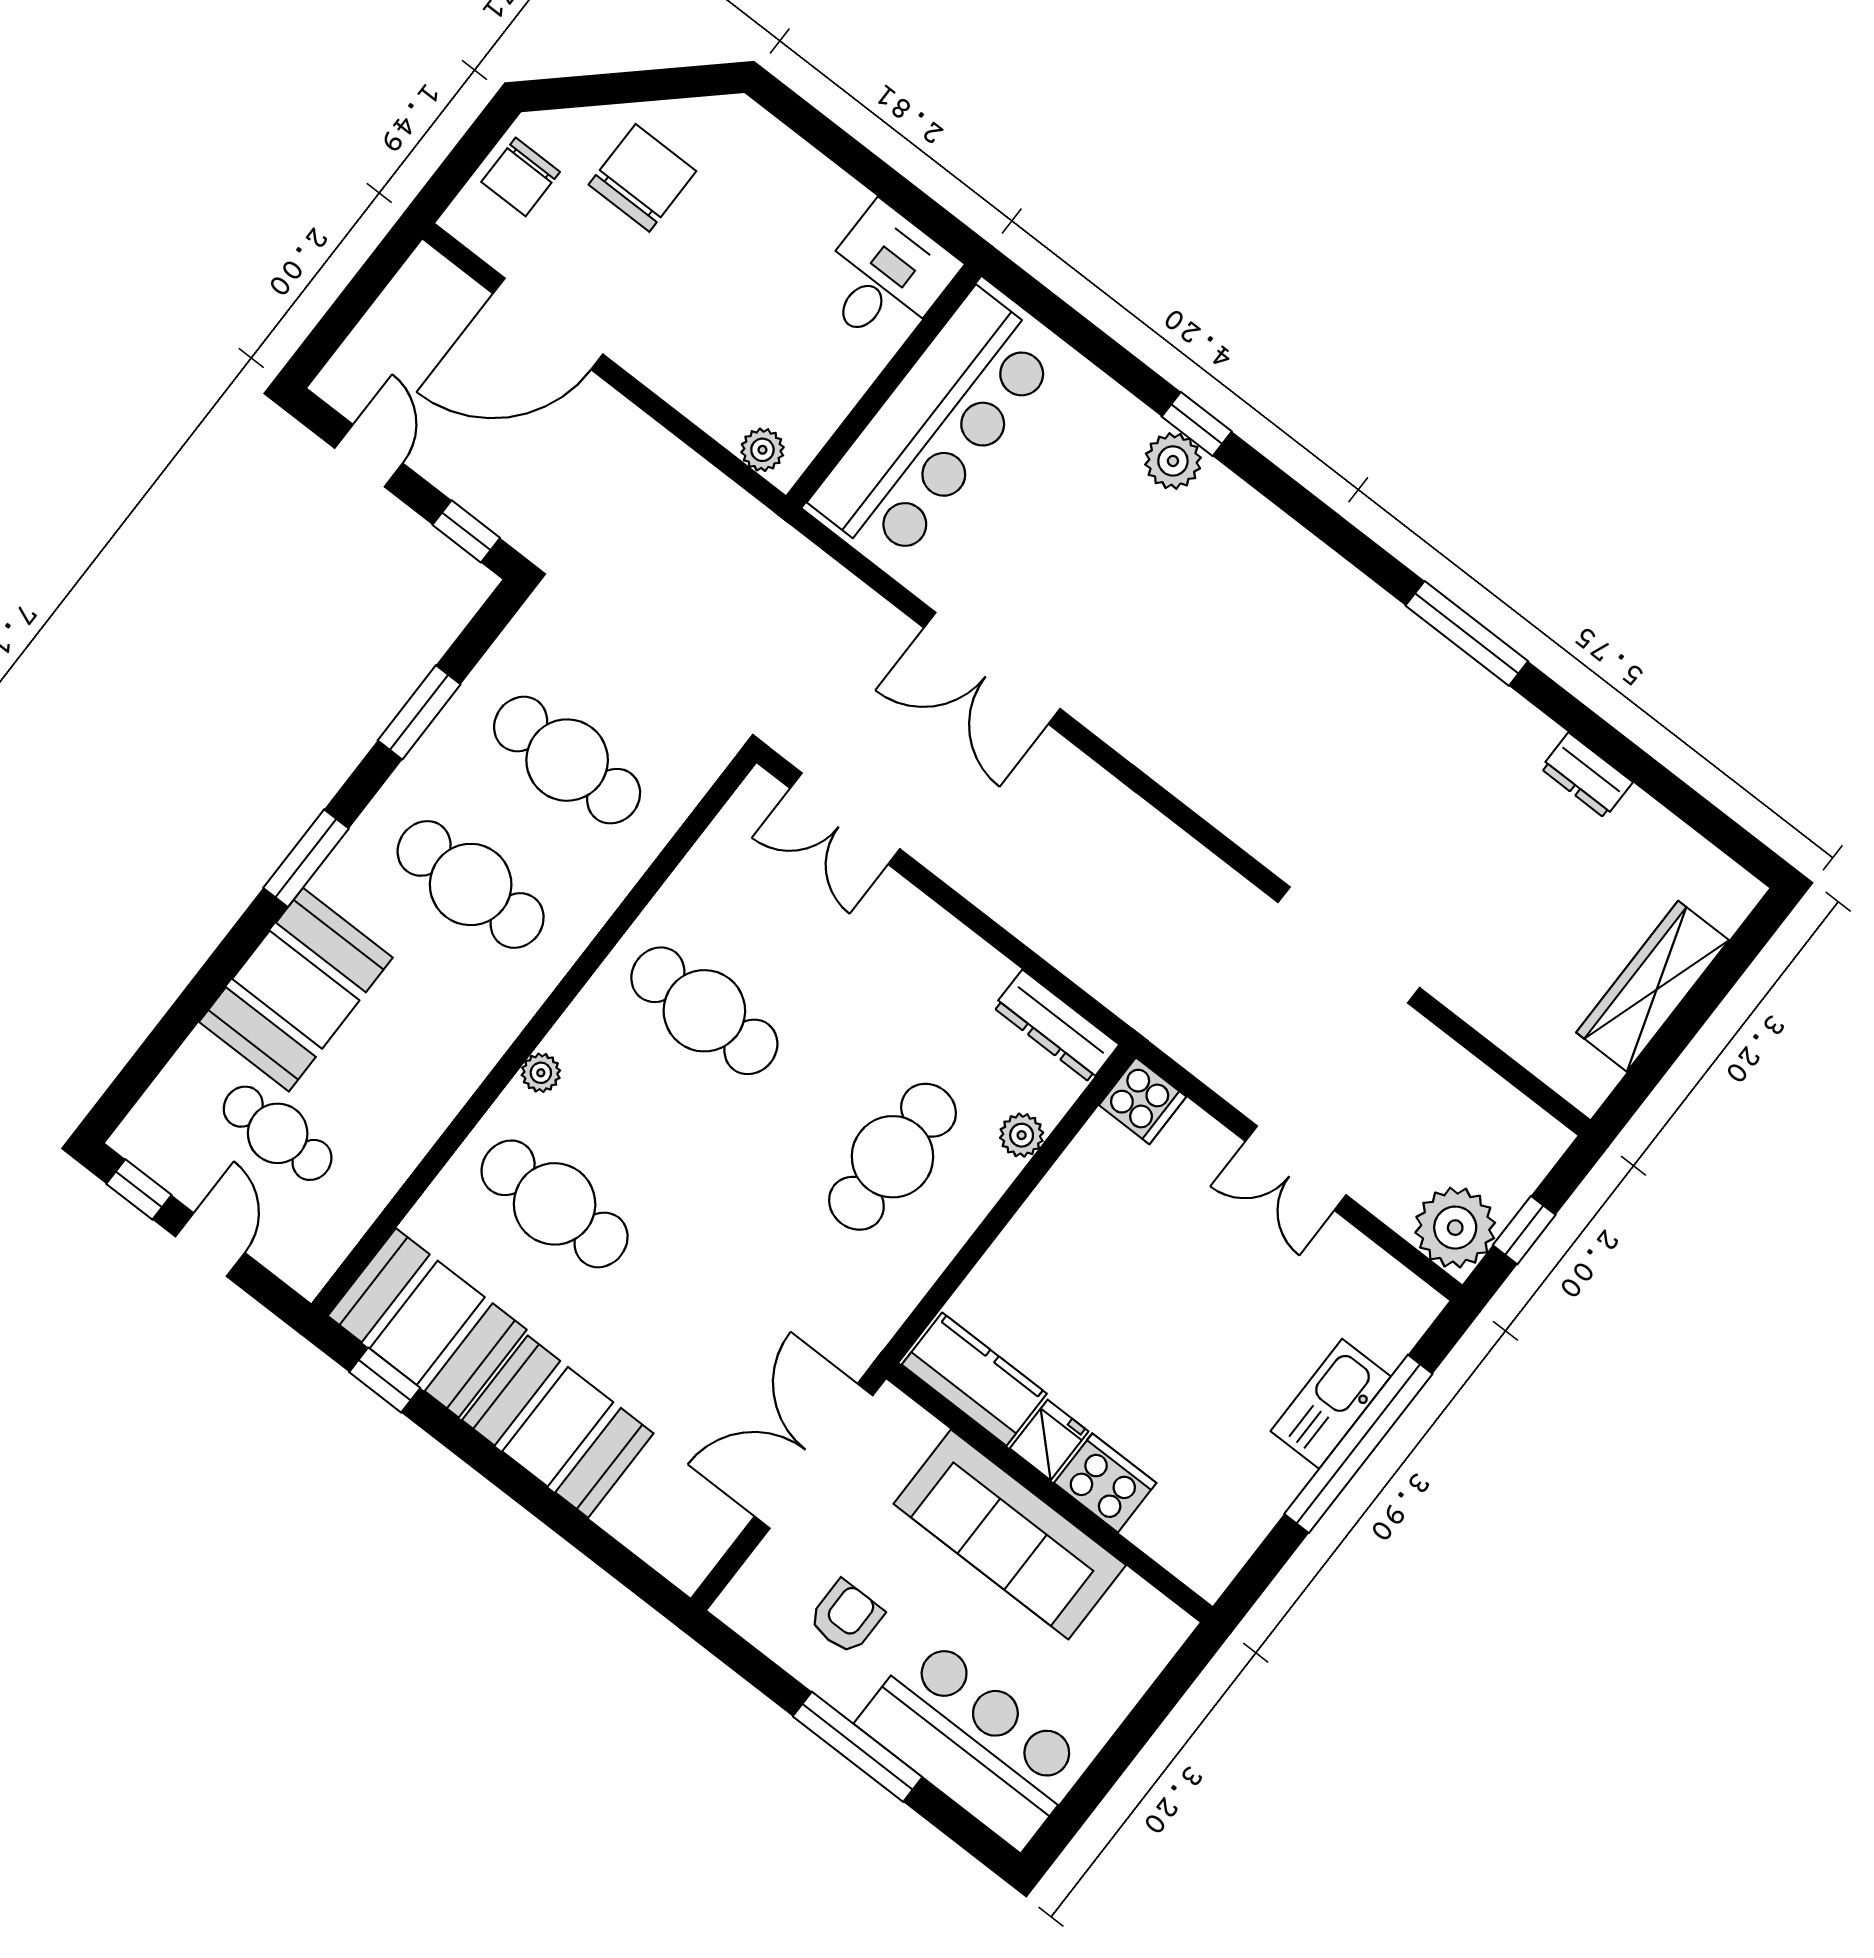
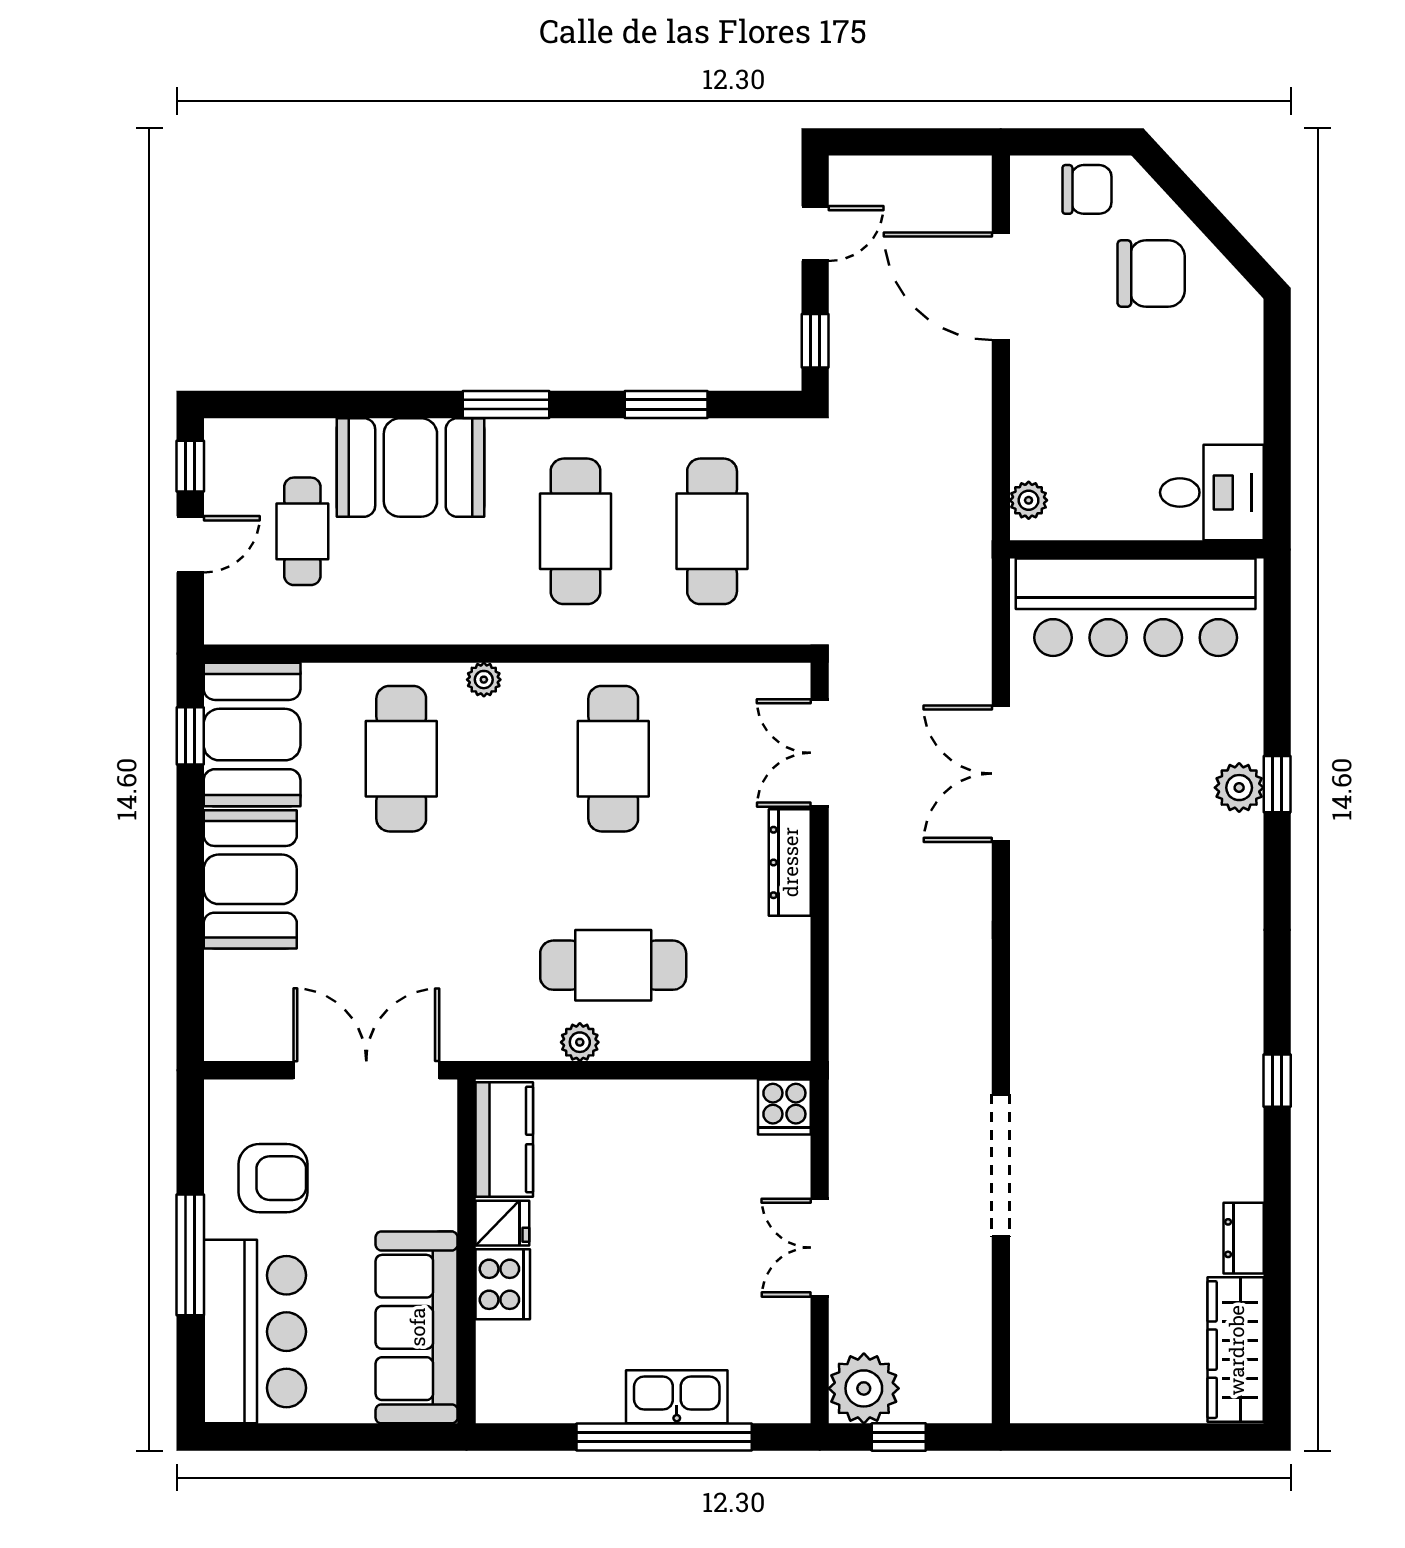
chair: (521, 177) -> (1087, 189), turned 180
window: (1467, 633) -> (1277, 1081), width x0.46
wardrobe: (1653, 986) -> (1236, 1350), moved, turned -90
dresser: (1056, 1026) -> (790, 862), moved
plant: (1022, 1135) -> (580, 1042), moved
sofa: (1010, 1534) -> (417, 1327), moved
armchair: (846, 1617) -> (273, 1178), width x1.38, depth x1.38

